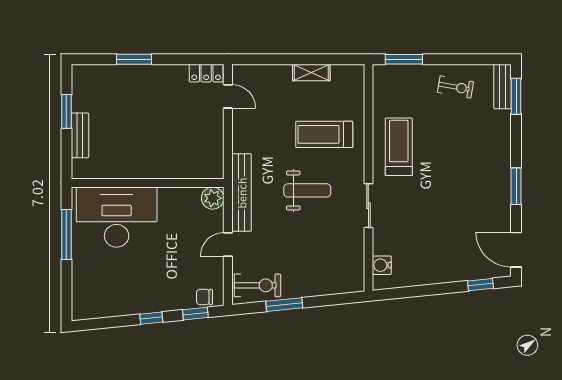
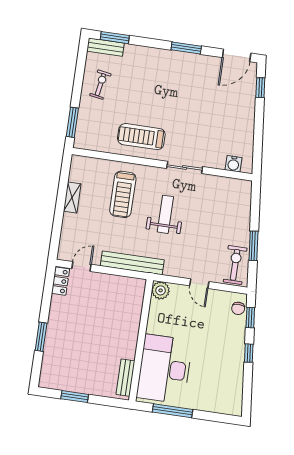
bench: (80, 135) -> (125, 378), moved, turned 90
bench: (242, 193) -> (132, 263), moved

